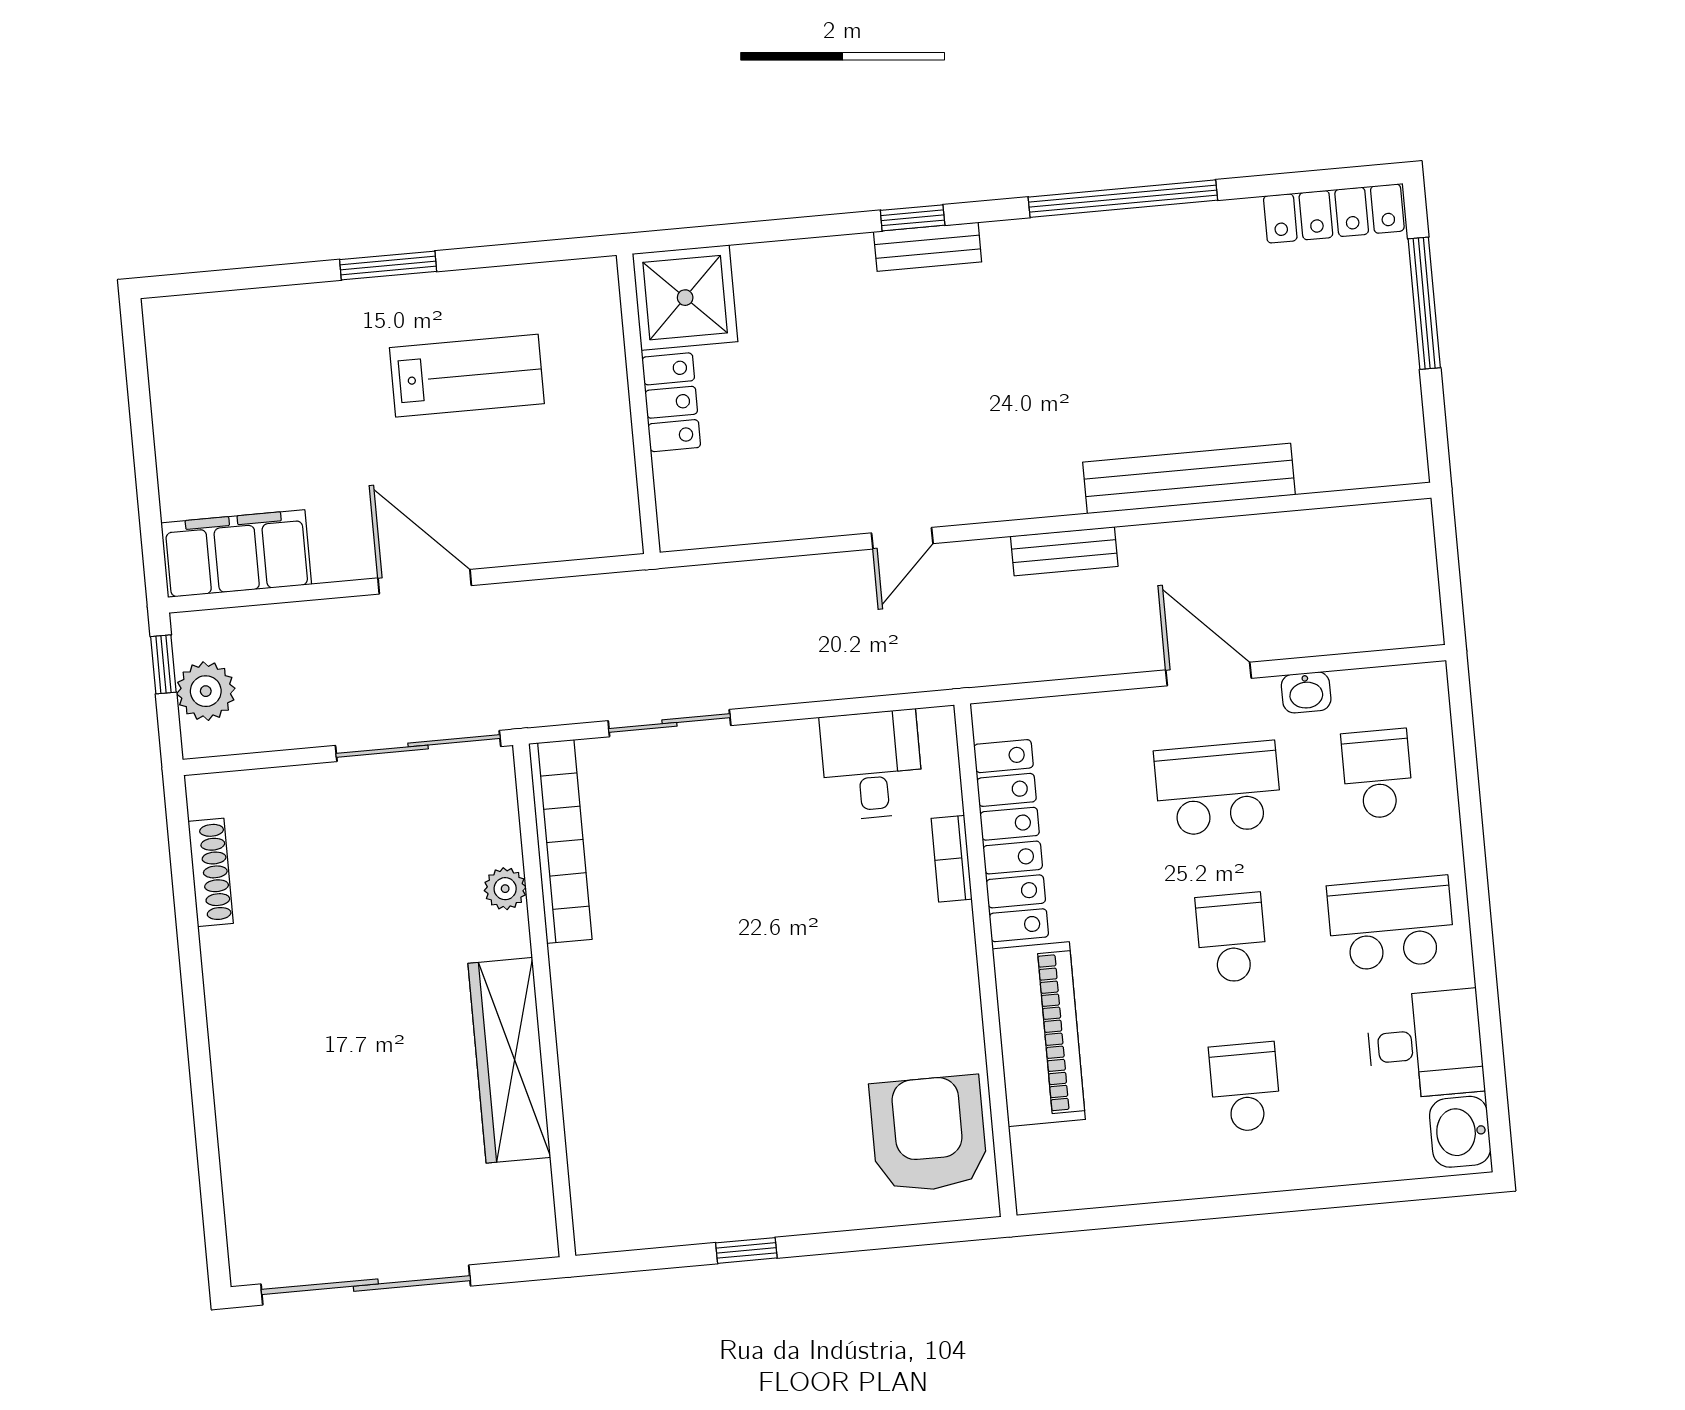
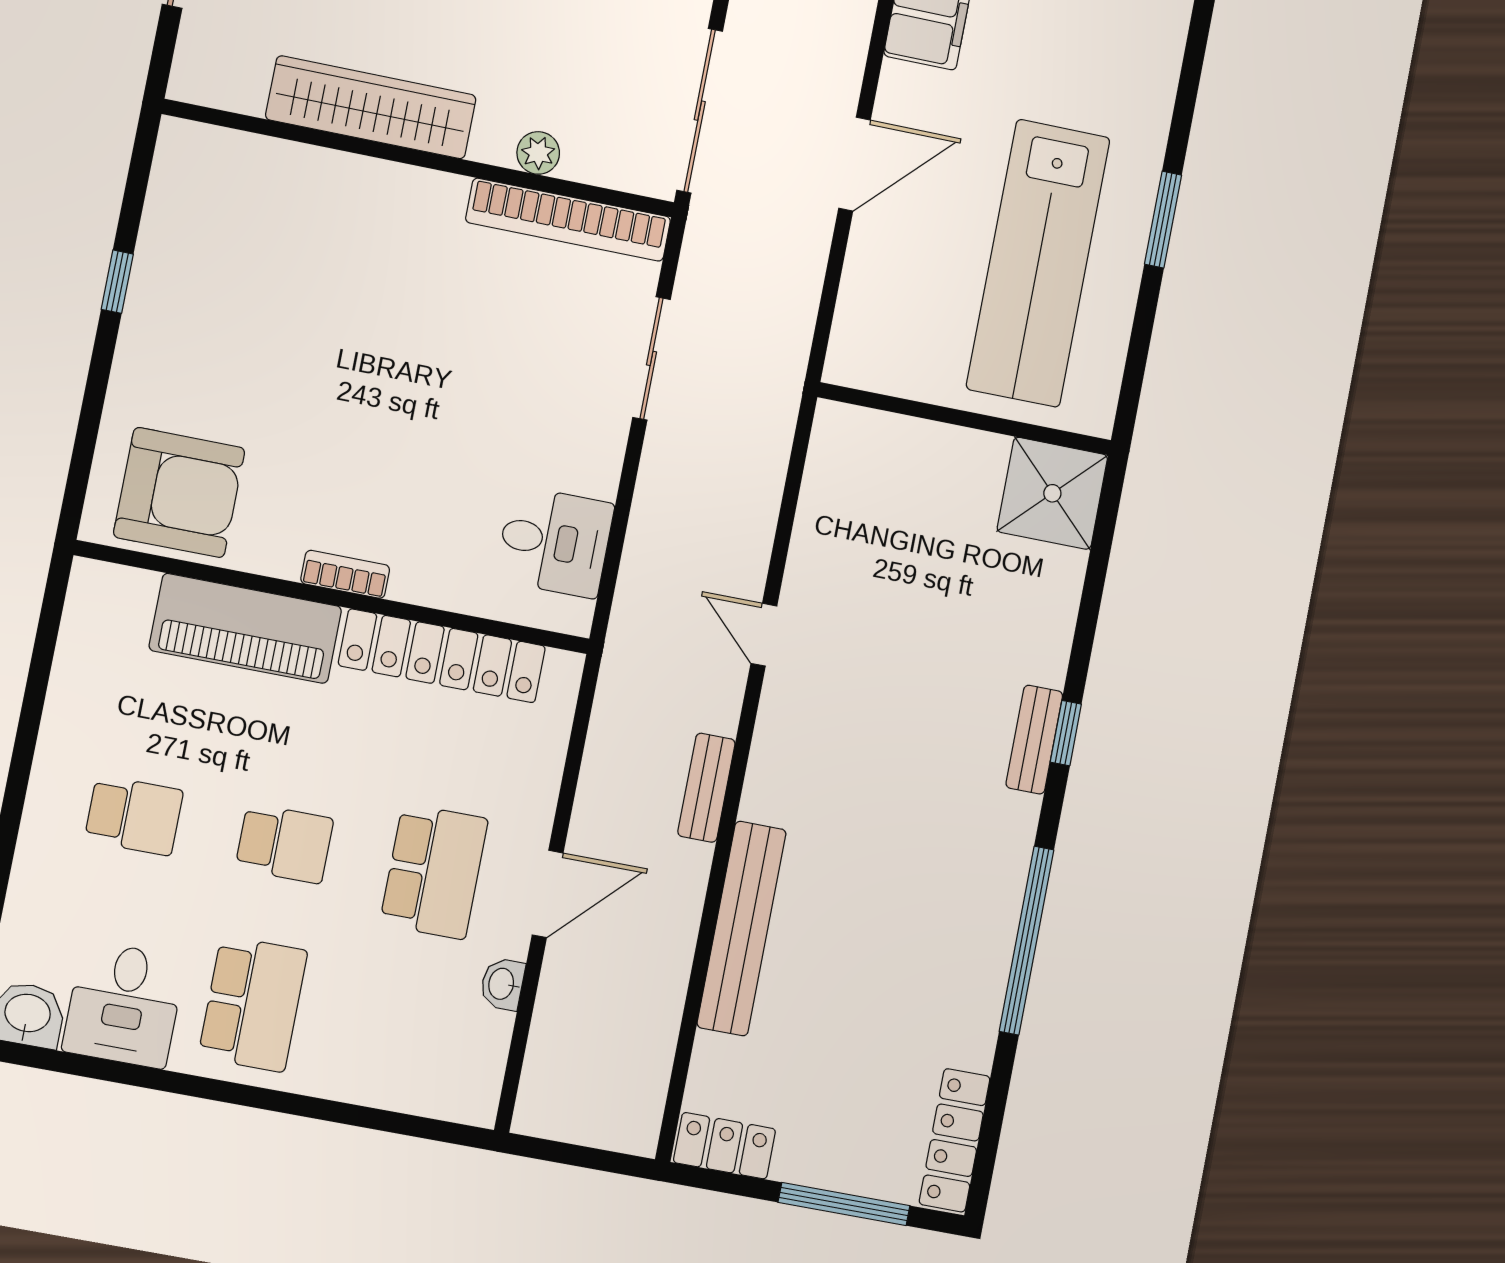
lab bench: (467, 376) -> (1038, 263), width x1.86, depth x1.39
locker: (671, 402) -> (724, 1146), moved, turned 180
school desk: (1377, 774) -> (403, 1031), removed
bookcase: (952, 859) -> (345, 574), moved

